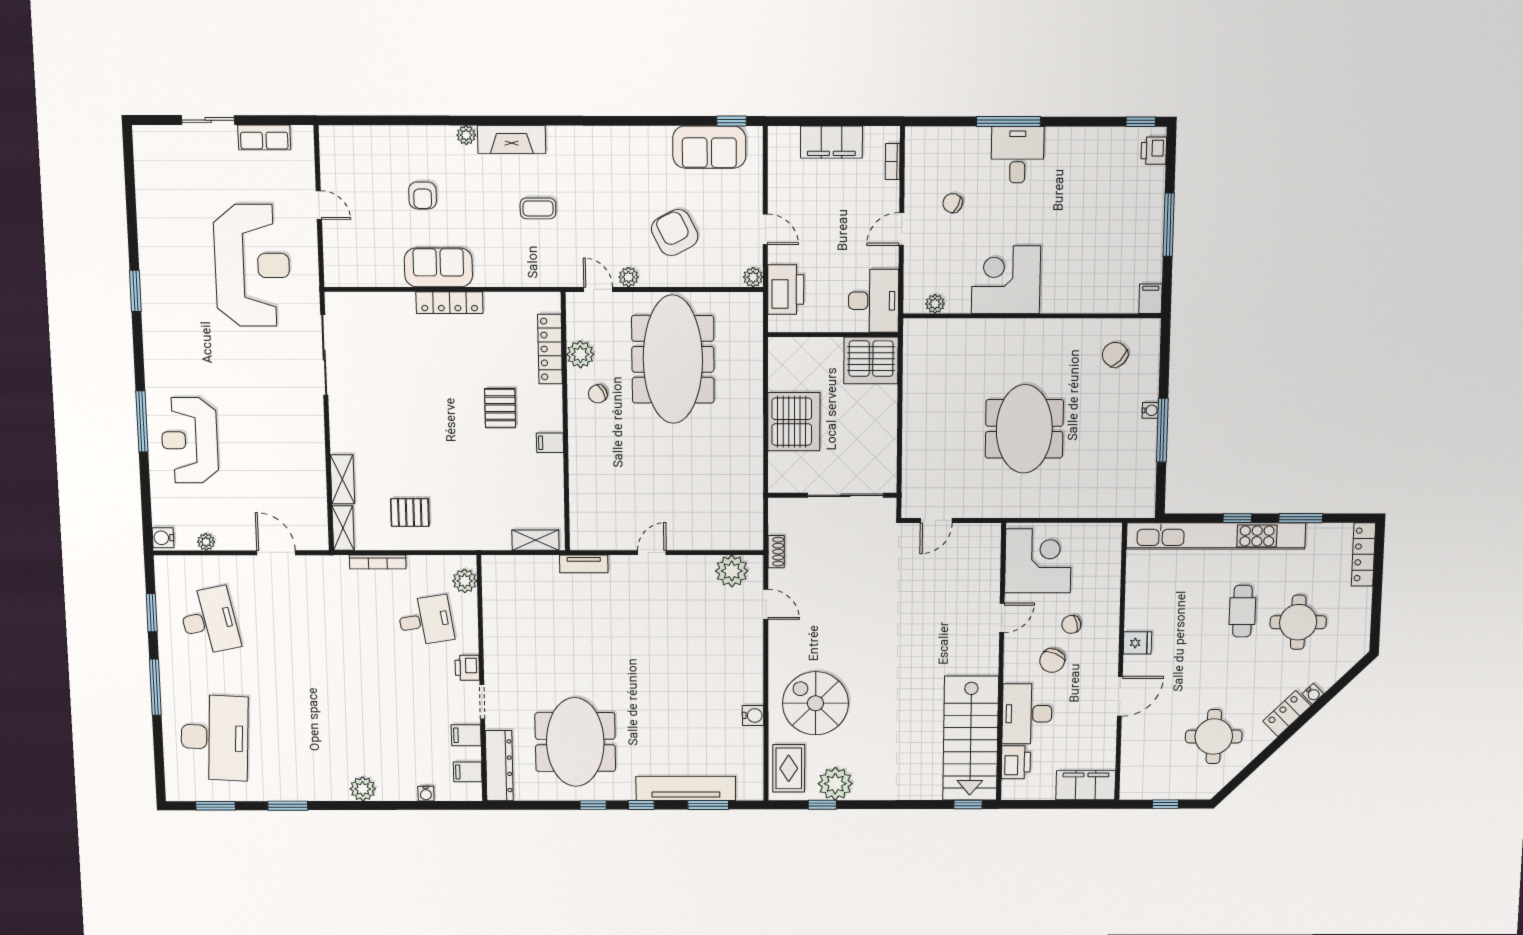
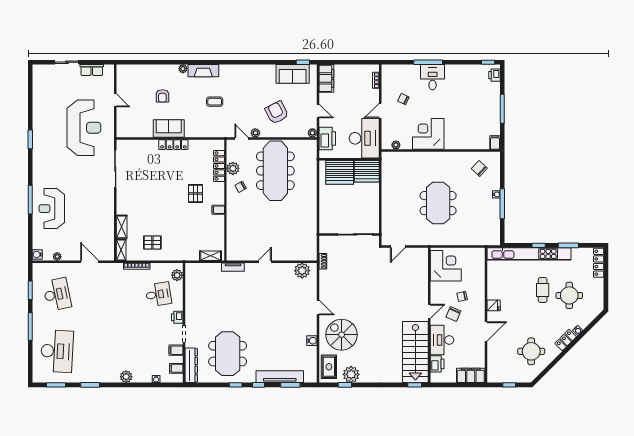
filing cabinet: (831, 142) -> (326, 78), moved, turned -90
desk: (874, 301) -> (364, 138), width x1.36, depth x1.30
server rack: (794, 422) -> (340, 172), moved, turned 90
door: (766, 604) -> (318, 308), moved
door: (1002, 618) -> (429, 311), moved

